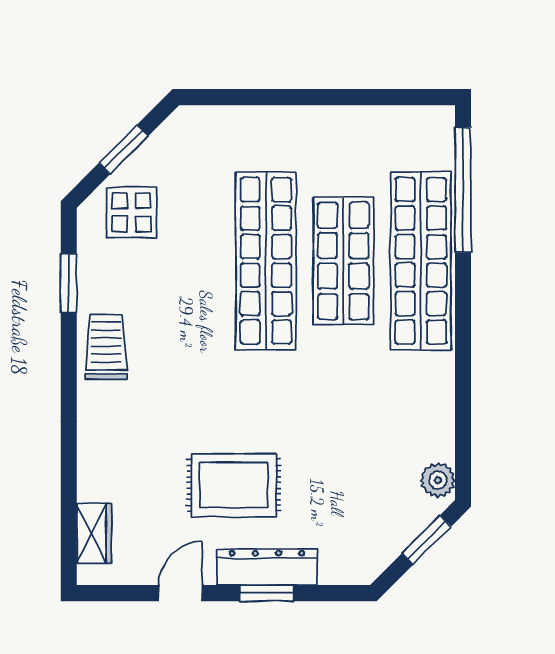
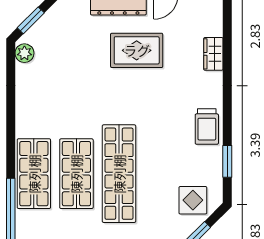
shop shelf: (421, 261) -> (34, 174), width x0.71
wardrobe: (94, 534) -> (213, 54), moved

